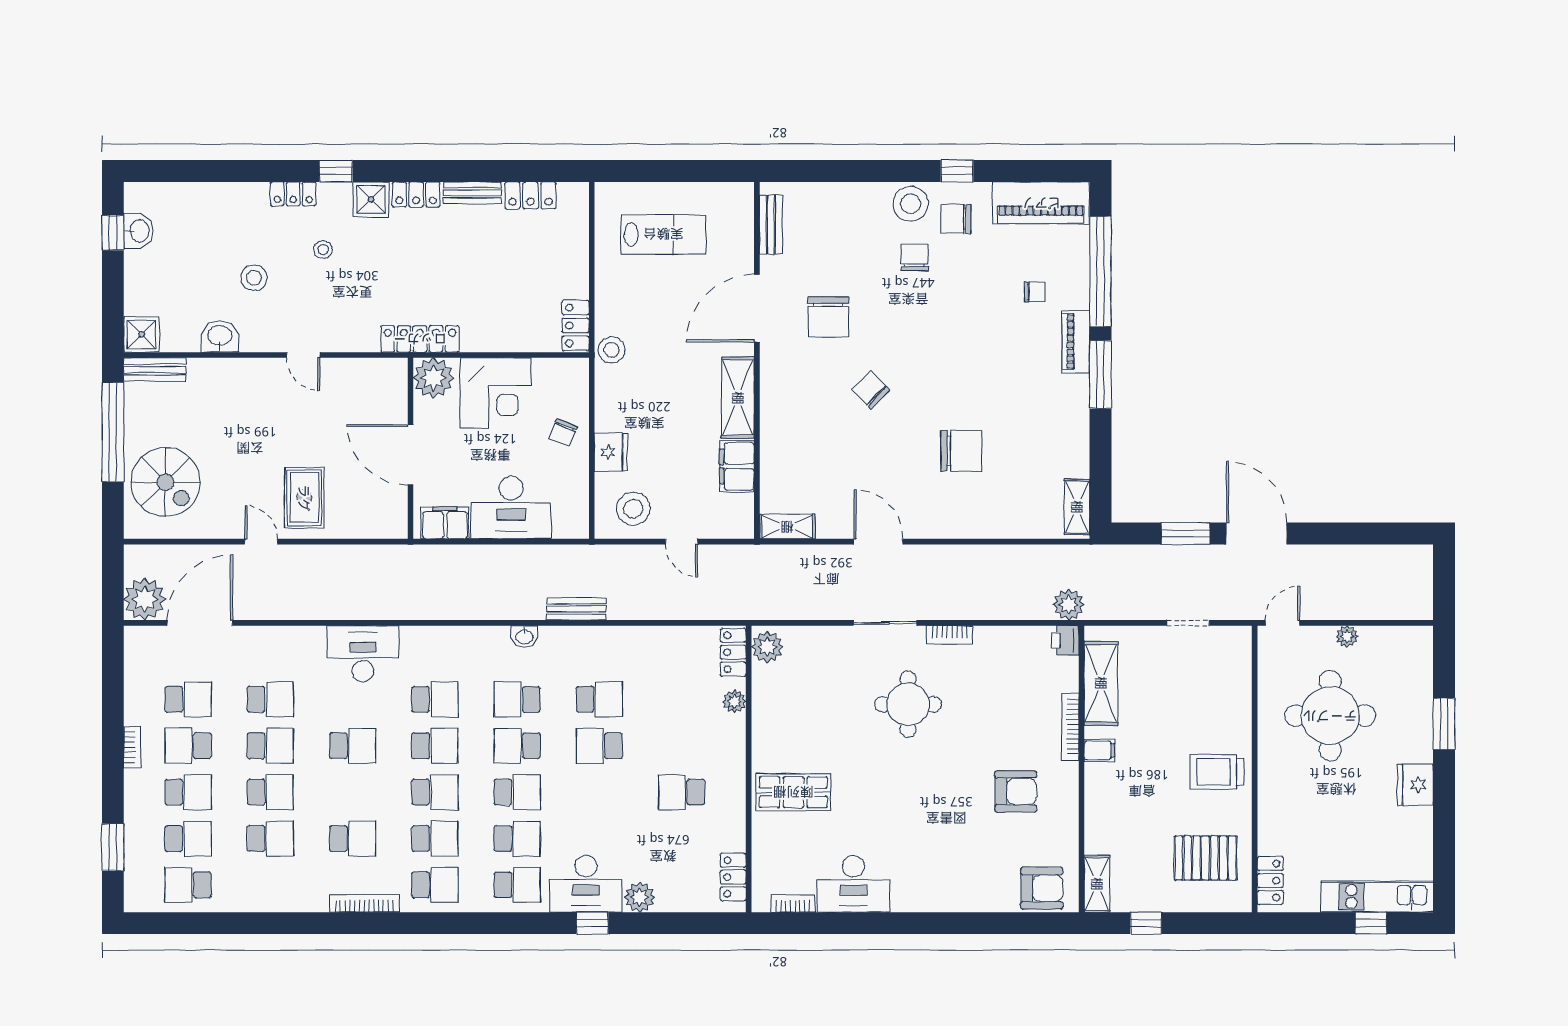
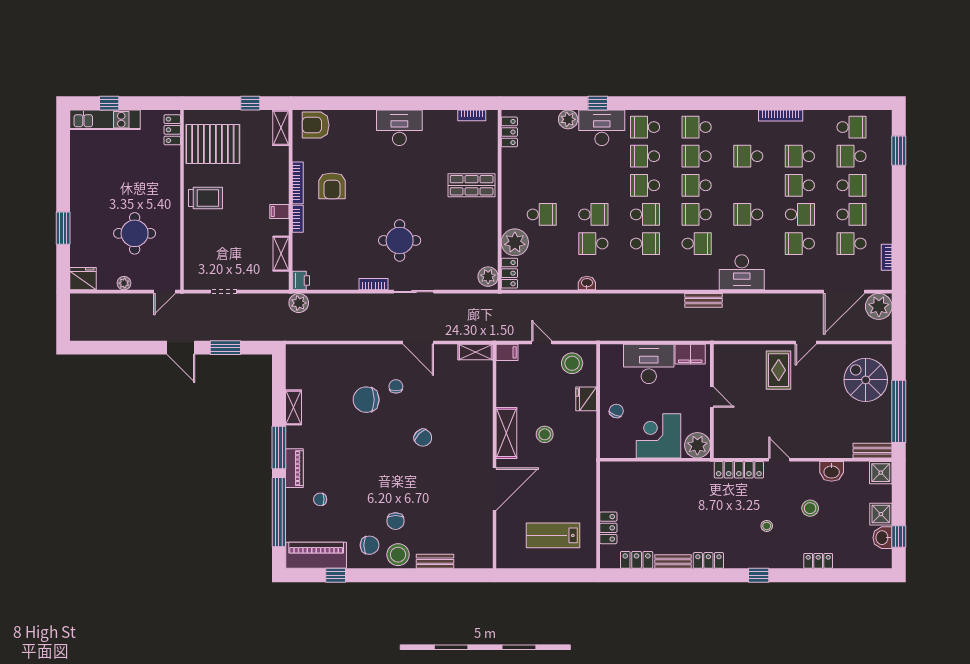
window: (957, 171) -> (336, 575), moved
locker: (293, 194) -> (818, 561), moved
shower: (371, 199) -> (881, 514), moved
bench: (771, 225) -> (435, 561), moved, turned 90
chair: (828, 317) -> (396, 386), moved, width x0.54, depth x0.54
locker: (576, 325) -> (608, 528), moved
locker: (420, 339) -> (739, 470), moved
stool: (612, 350) -> (545, 434), moved
door: (410, 455) -> (712, 397), width x0.53
filing cabinet: (737, 466) -> (507, 352), moved, width x0.50
shelving: (1077, 507) -> (293, 407), moved
door: (1257, 534) -> (181, 348), width x0.73
door: (261, 542) -> (806, 343), hinge flipped
bench: (576, 609) -> (704, 300), moved
washbasin: (524, 636) -> (587, 283), moved
shelving: (1101, 683) -> (281, 254), width x0.67, depth x0.75
school desk: (435, 699) -> (697, 244), turned 180
plant: (734, 701) -> (515, 242), width x1.88, depth x1.88
round table: (1330, 716) -> (135, 233), width x0.73, depth x0.73
bookcase: (1070, 727) -> (298, 219), width x0.64
school desk: (270, 746) -> (800, 214), turned 180
bookcase: (132, 747) -> (887, 257), moved
fridge: (1415, 785) -> (83, 279), moved, turned -90
armchair: (1016, 791) -> (332, 186), turned -90
school desk: (188, 792) -> (852, 185), turned 180
school desk: (682, 792) -> (542, 214), moved
bookcase: (1070, 796) -> (298, 183), added
pallet: (1205, 858) -> (213, 144), width x1.37, depth x1.41
desk: (853, 884) -> (399, 128), moved
bookcase: (364, 903) -> (781, 115), moved

